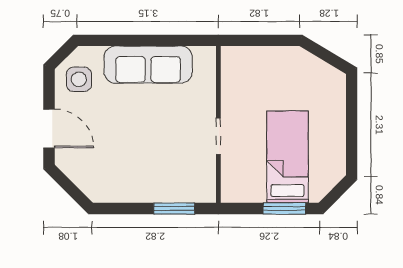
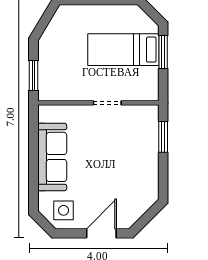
window: (254, 40) -> (33, 76), added

